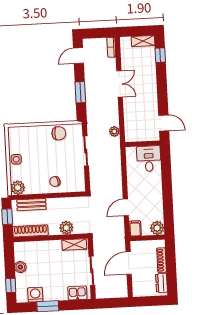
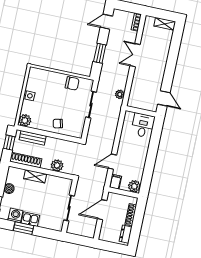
window: (160, 55) -> (176, 40), removed
double door: (120, 84) -> (135, 55), swing flipped
shelving: (74, 245) -> (35, 176), moved
kitchen sink: (77, 293) -> (30, 219), moved

